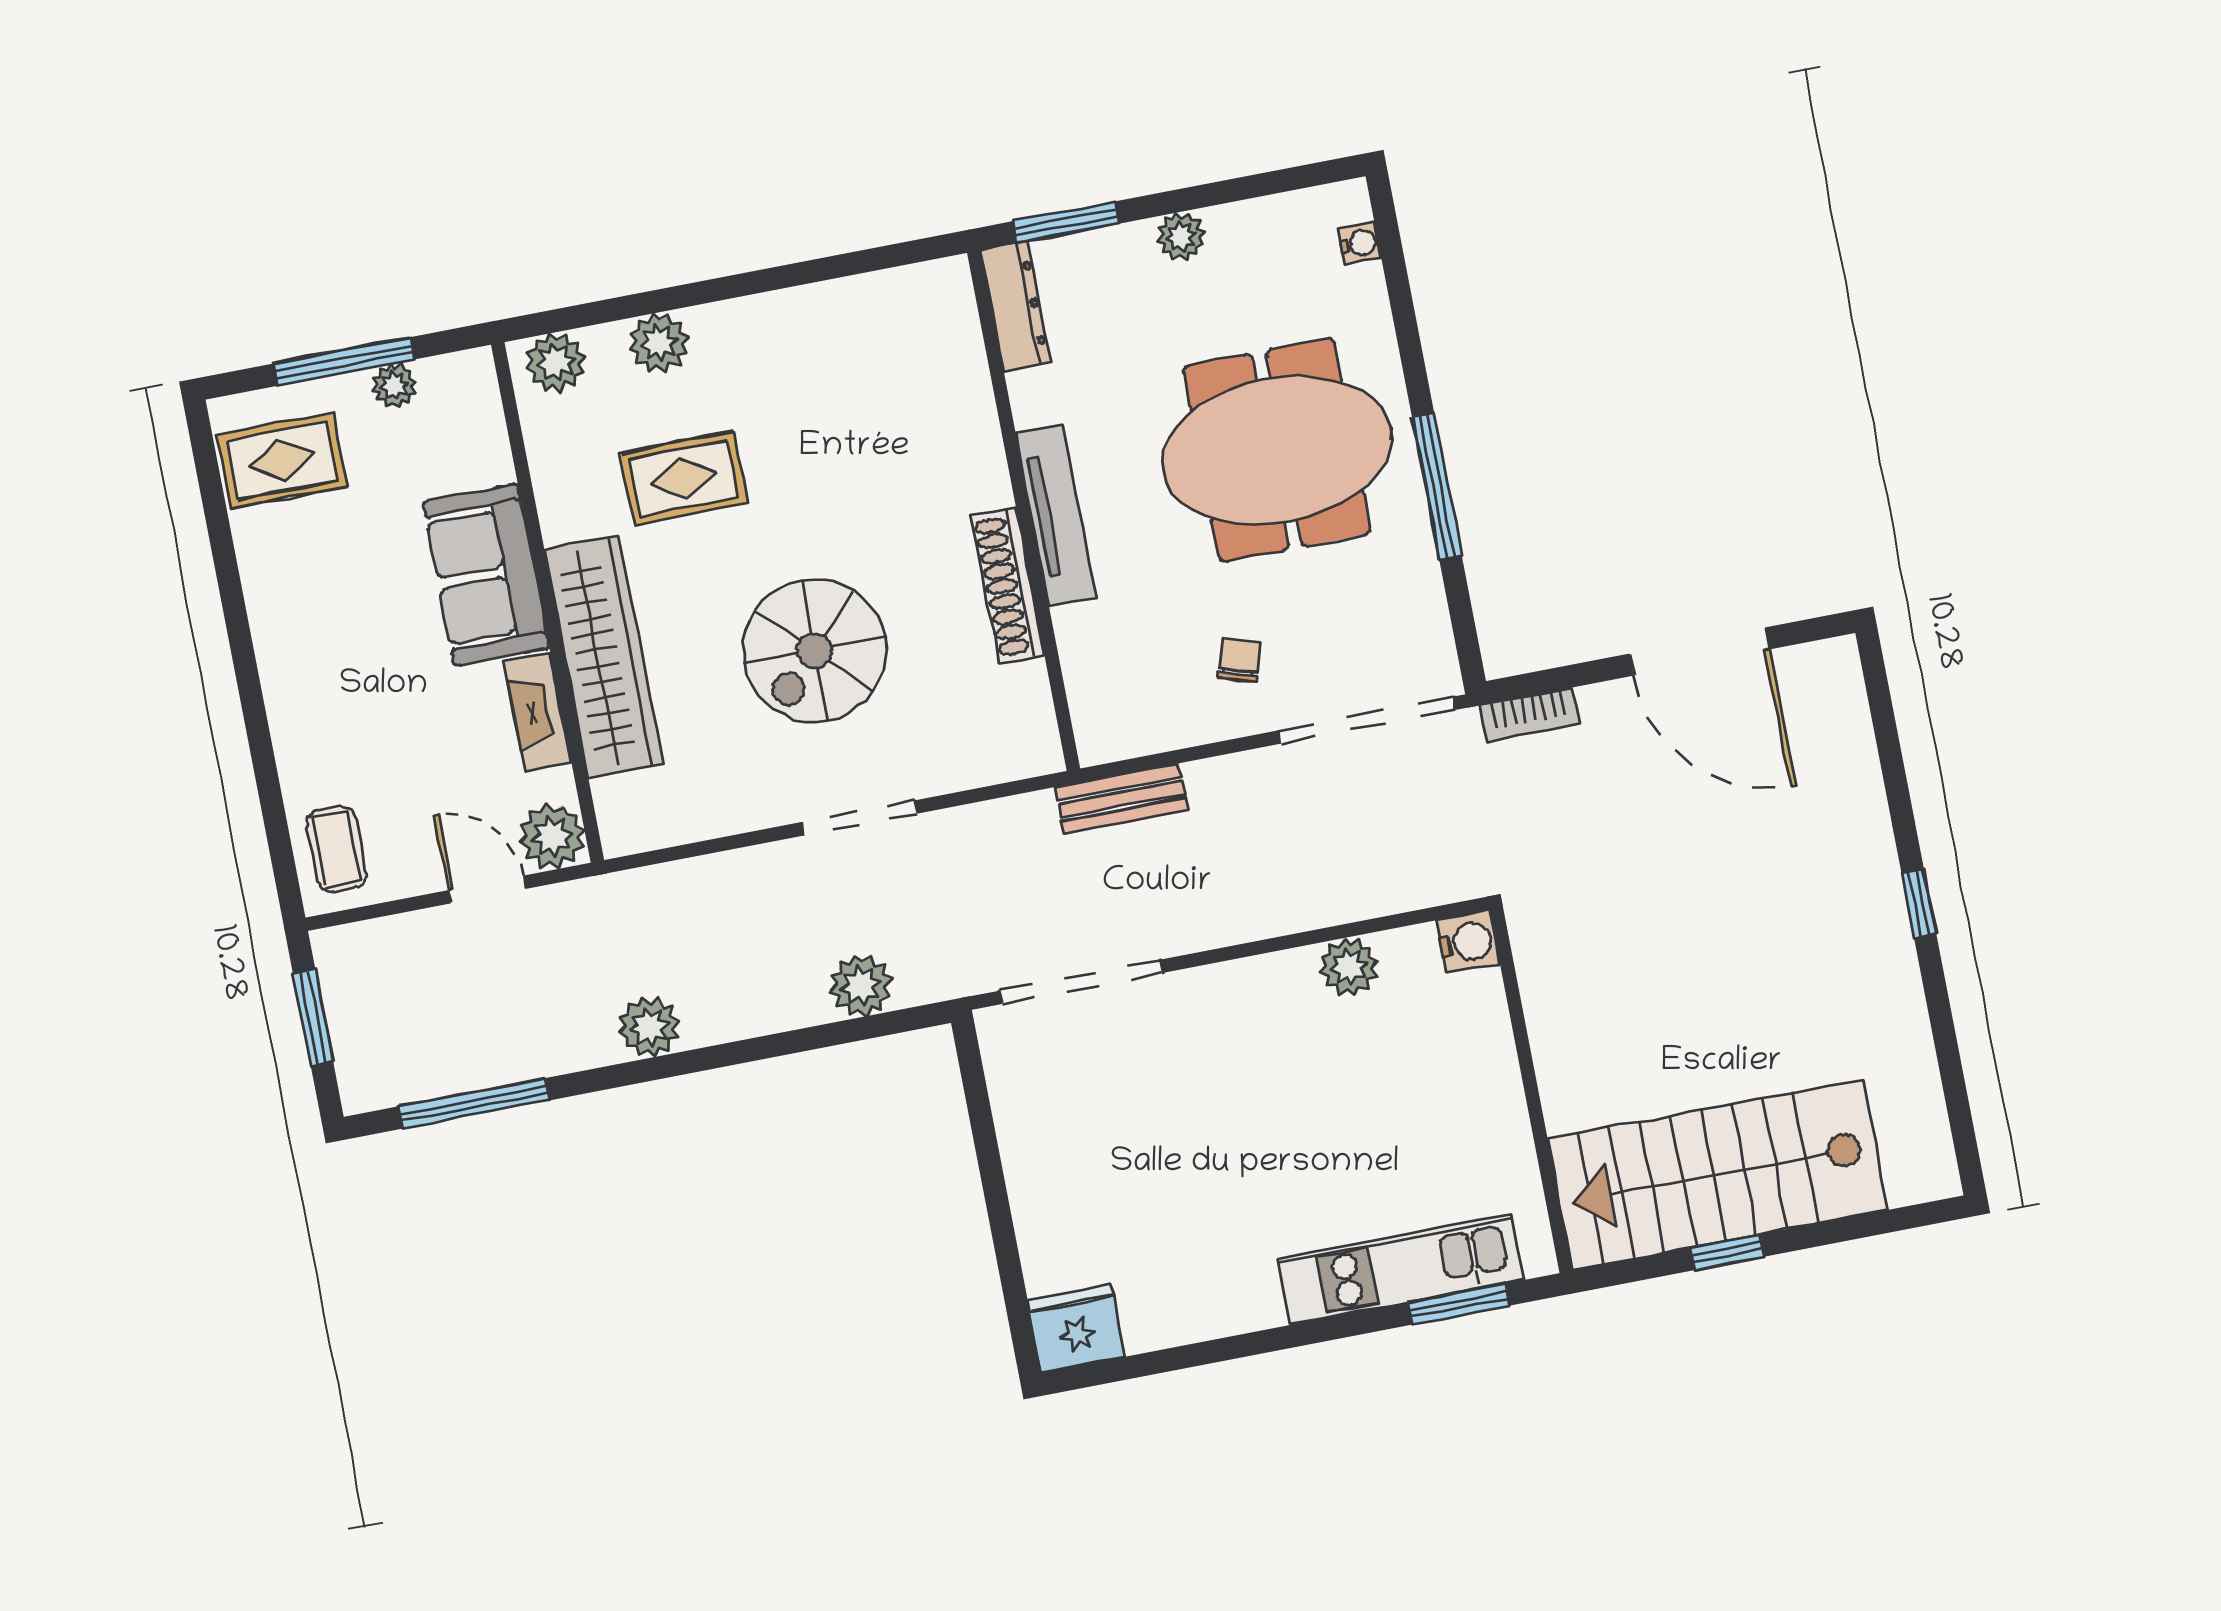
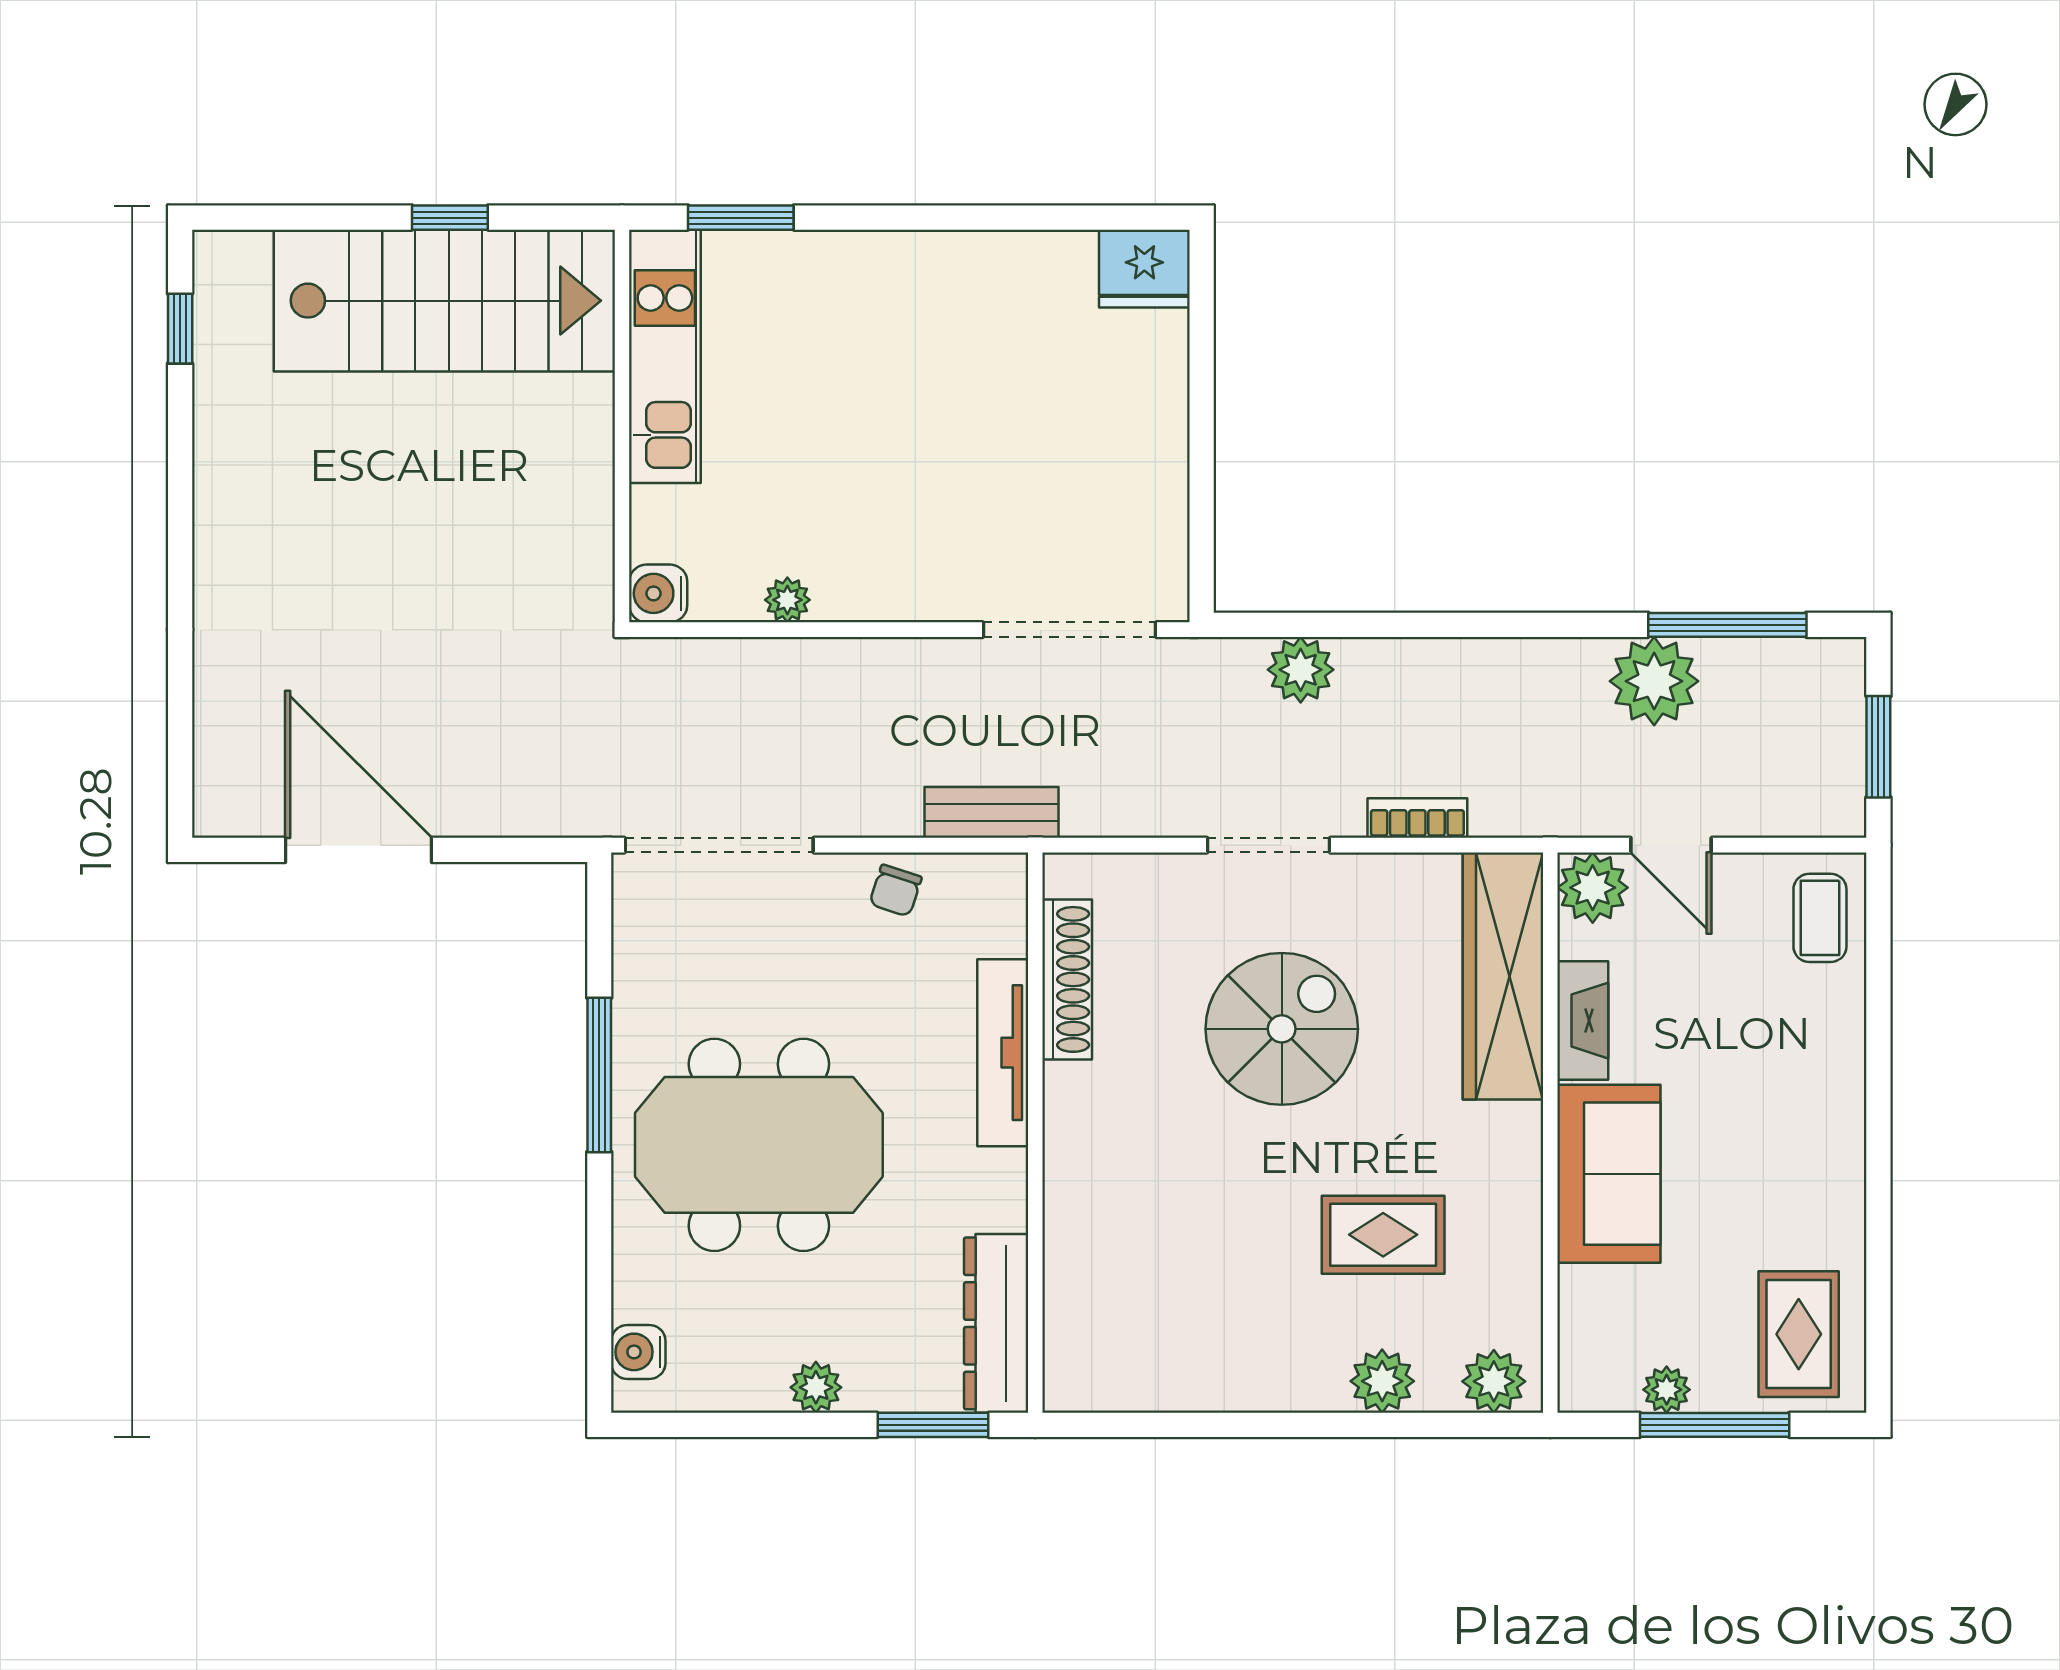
water cooler: (1360, 243) -> (638, 1352), width x1.38, depth x1.38
dresser: (1016, 306) -> (996, 1323), width x1.37, depth x1.24
rug: (282, 460) -> (1799, 1334), turned 90
tv unit: (1056, 515) -> (1003, 1053), moved
shoe rack: (1007, 586) -> (1067, 979), moved
wardrobe: (603, 657) -> (1503, 976), moved
chair: (1239, 660) -> (896, 891), moved
bookcase: (1530, 715) -> (1417, 818), moved
window: (1919, 904) -> (180, 329), moved
plant: (1349, 967) -> (787, 600), width x0.73, depth x0.73
plant: (649, 1027) -> (1654, 681), moved, width x1.36, depth x1.36
kitchen unit: (1401, 1269) -> (665, 356), moved, turned -90

